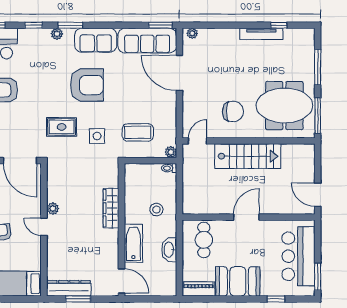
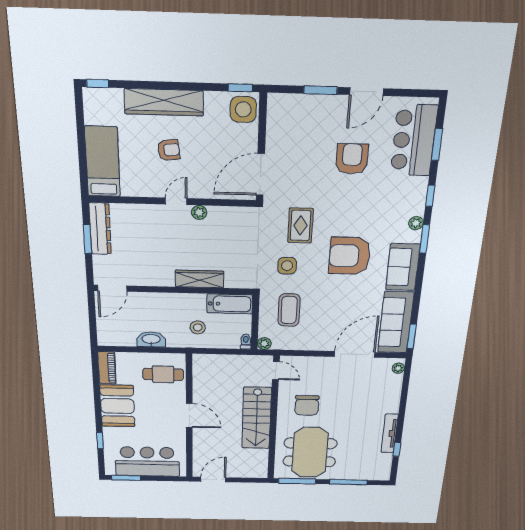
armchair: (87, 85) -> (350, 256), turned 90
bathtub: (133, 243) -> (230, 304), moved

